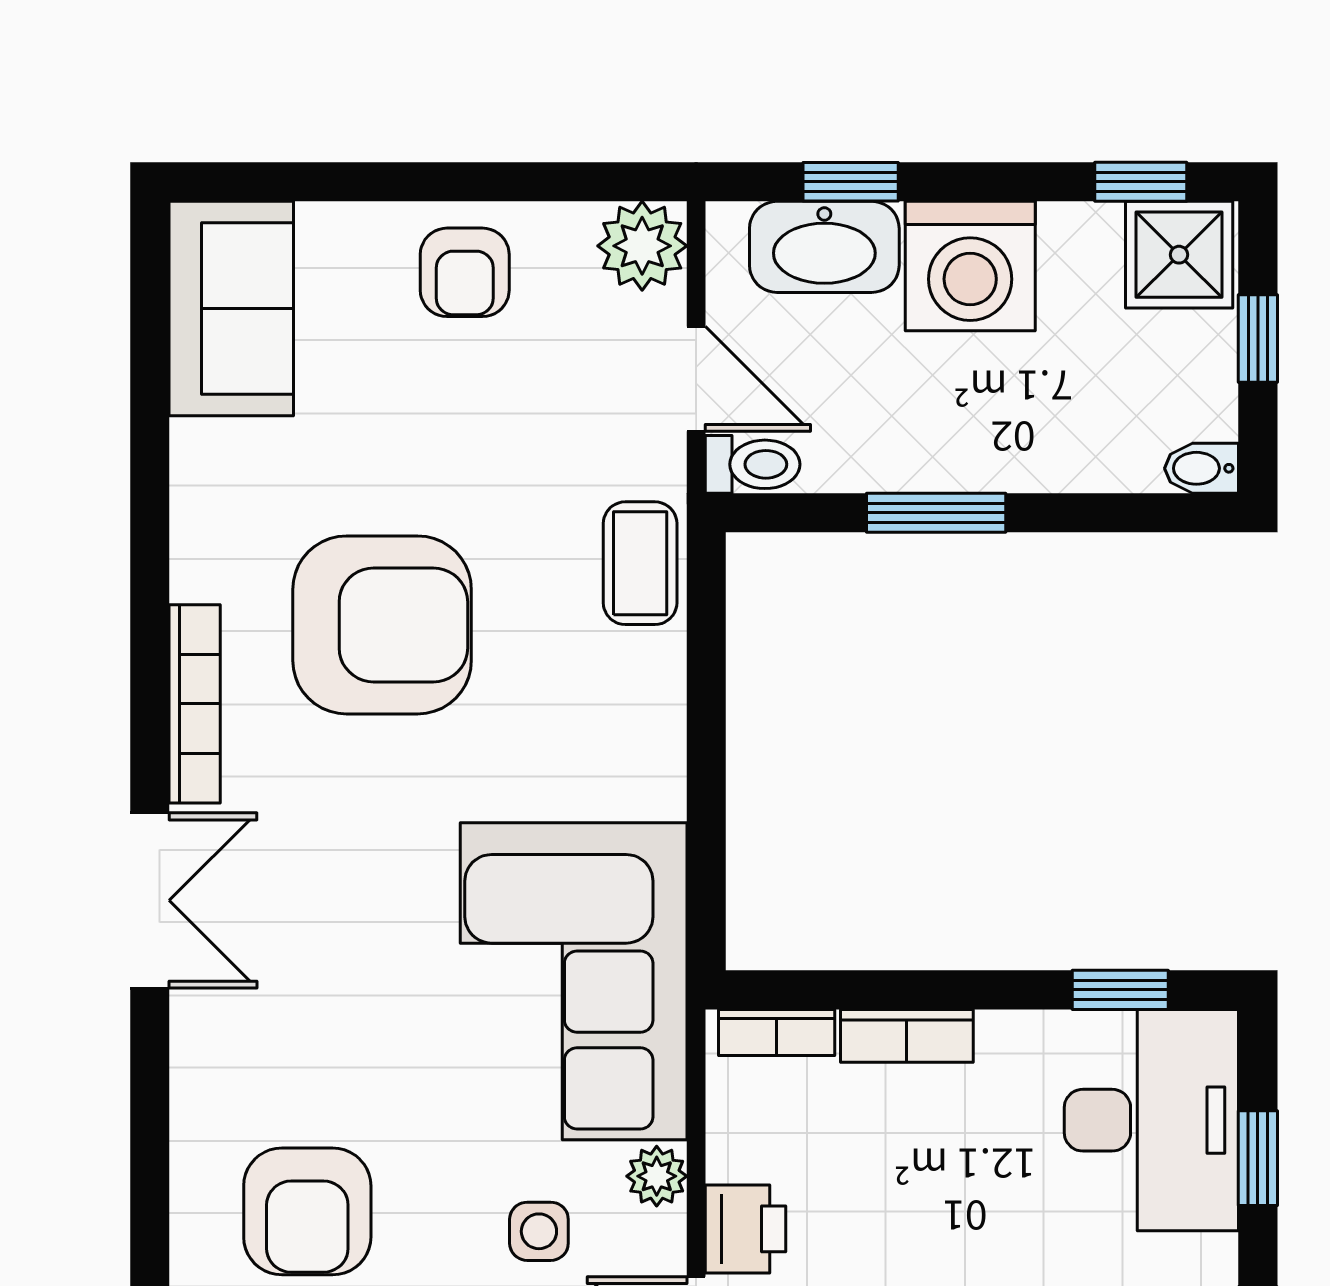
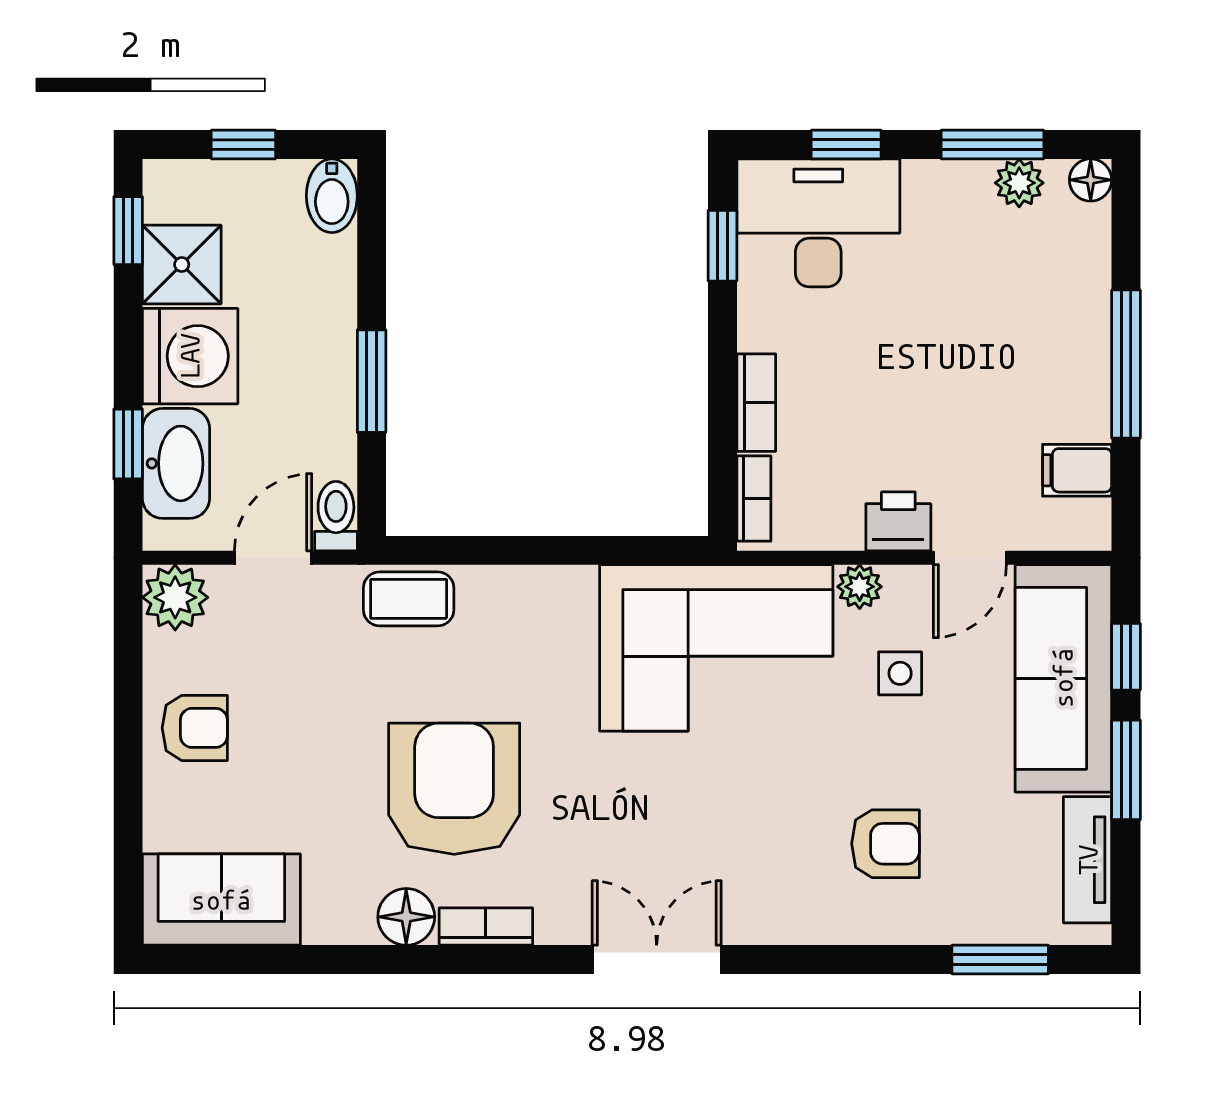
shower: (1179, 255) -> (182, 265), moved
bidet: (1202, 468) -> (332, 196), width x1.38, depth x1.36
floor lamp: (208, 560) -> (406, 917), added
bookcase: (195, 704) -> (486, 927), width x0.64
armchair: (307, 1211) -> (885, 844), width x0.72, depth x0.72

